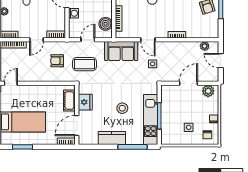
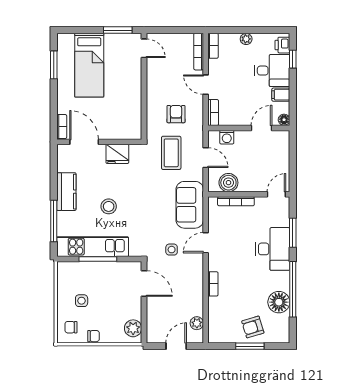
washing machine: (74, 13) -> (227, 137), moved
door: (188, 83) -> (144, 283), moved
cot: (69, 101) -> (120, 131), removed

